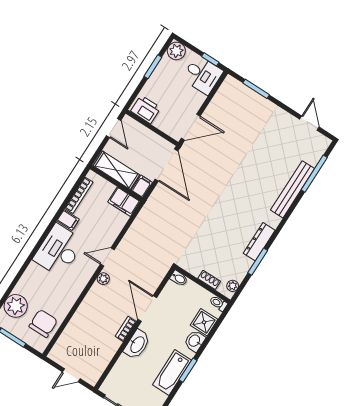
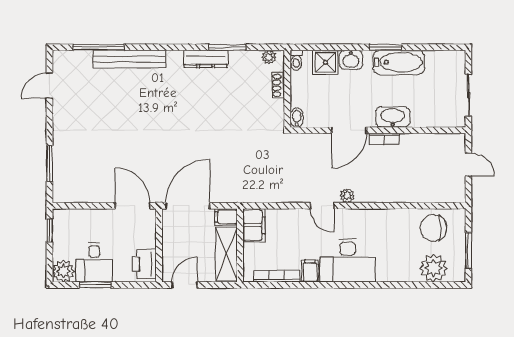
desk: (202, 75) -> (94, 262), moved, turned 180

